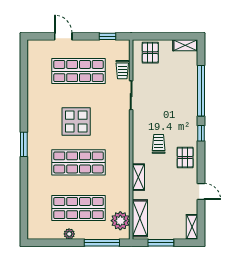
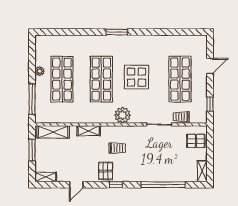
window: (201, 133) -> (116, 185), moved
pallet: (185, 157) -> (106, 171), turned 90
plant: (120, 221) -> (122, 115), moved

